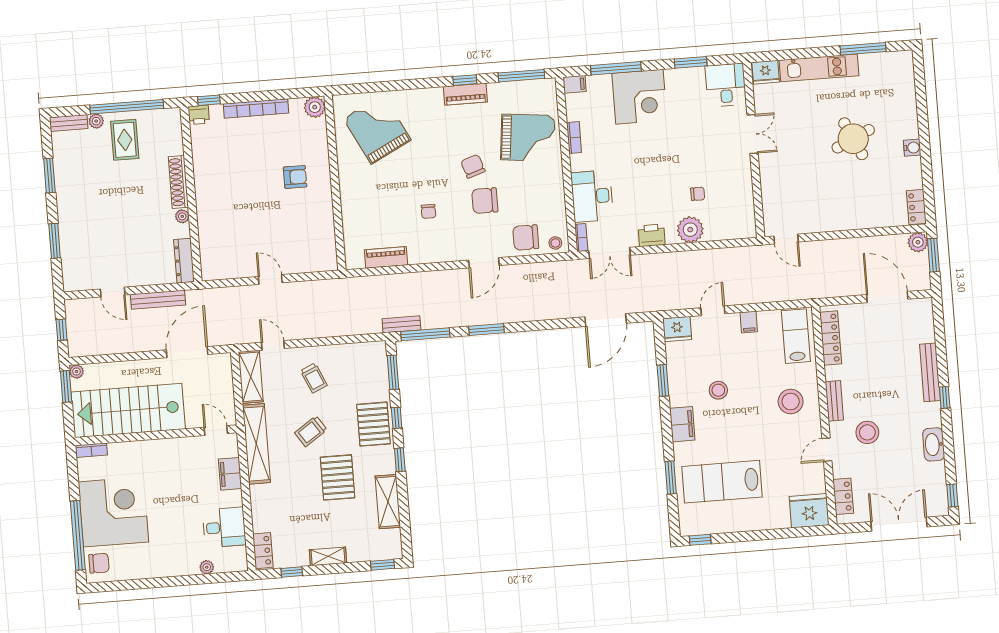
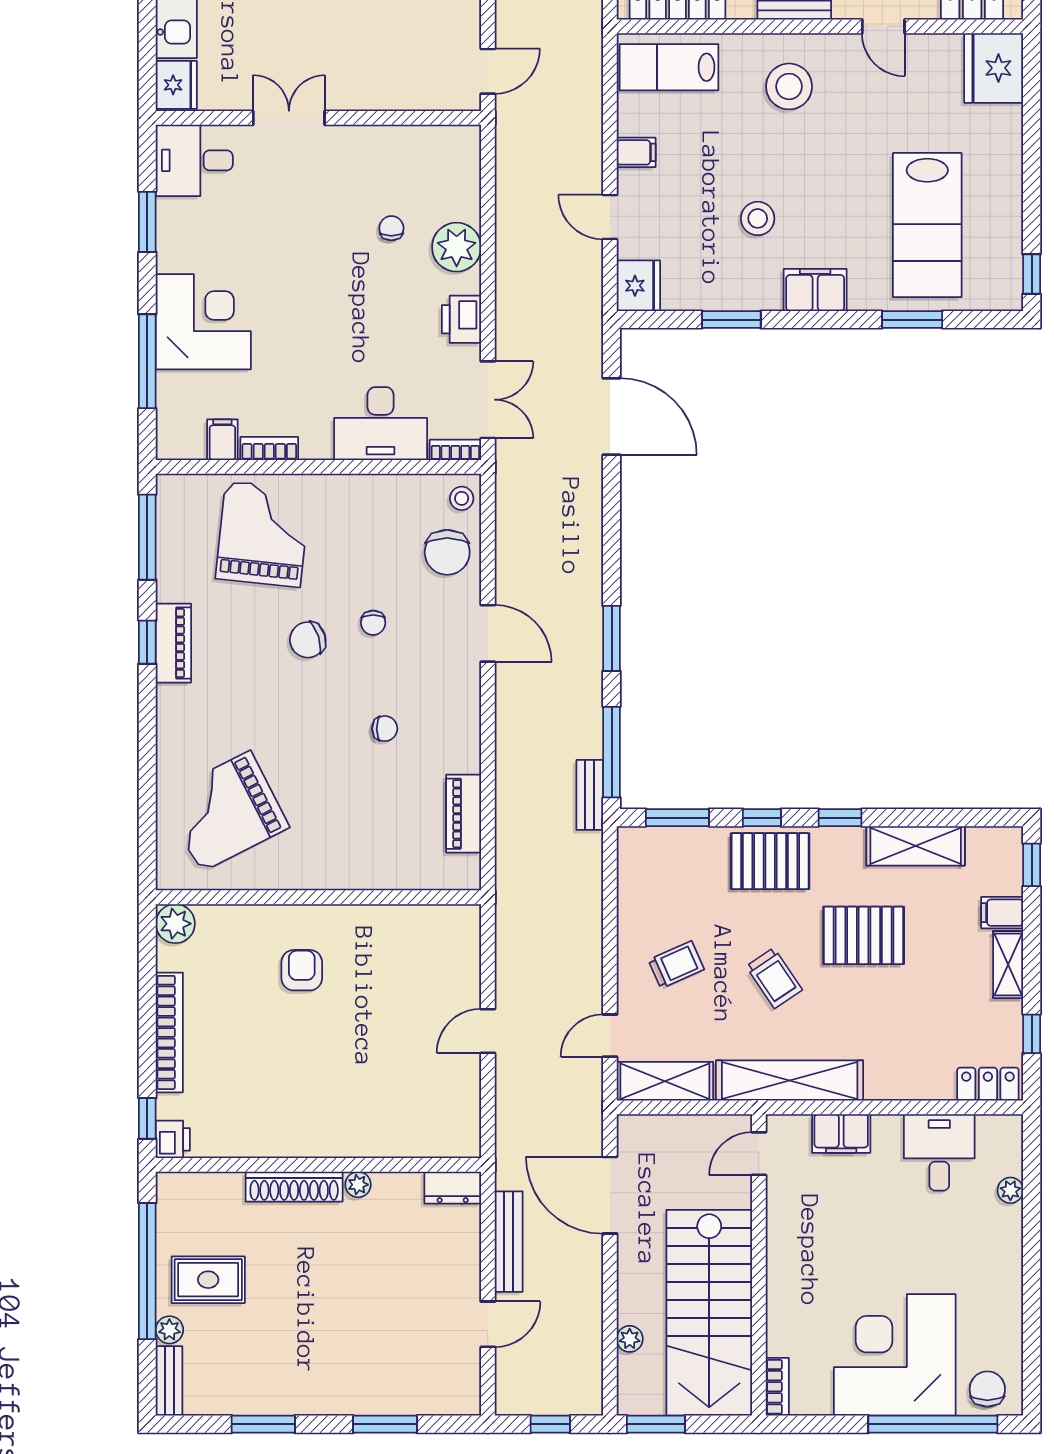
filing cabinet: (575, 84) -> (222, 440), moved
chair: (485, 201) -> (373, 623), width x0.54, depth x0.54
dresser: (184, 261) -> (453, 1188), width x0.70
plant: (77, 372) -> (630, 1339), moved
filing cabinet: (356, 551) -> (1002, 913), added

